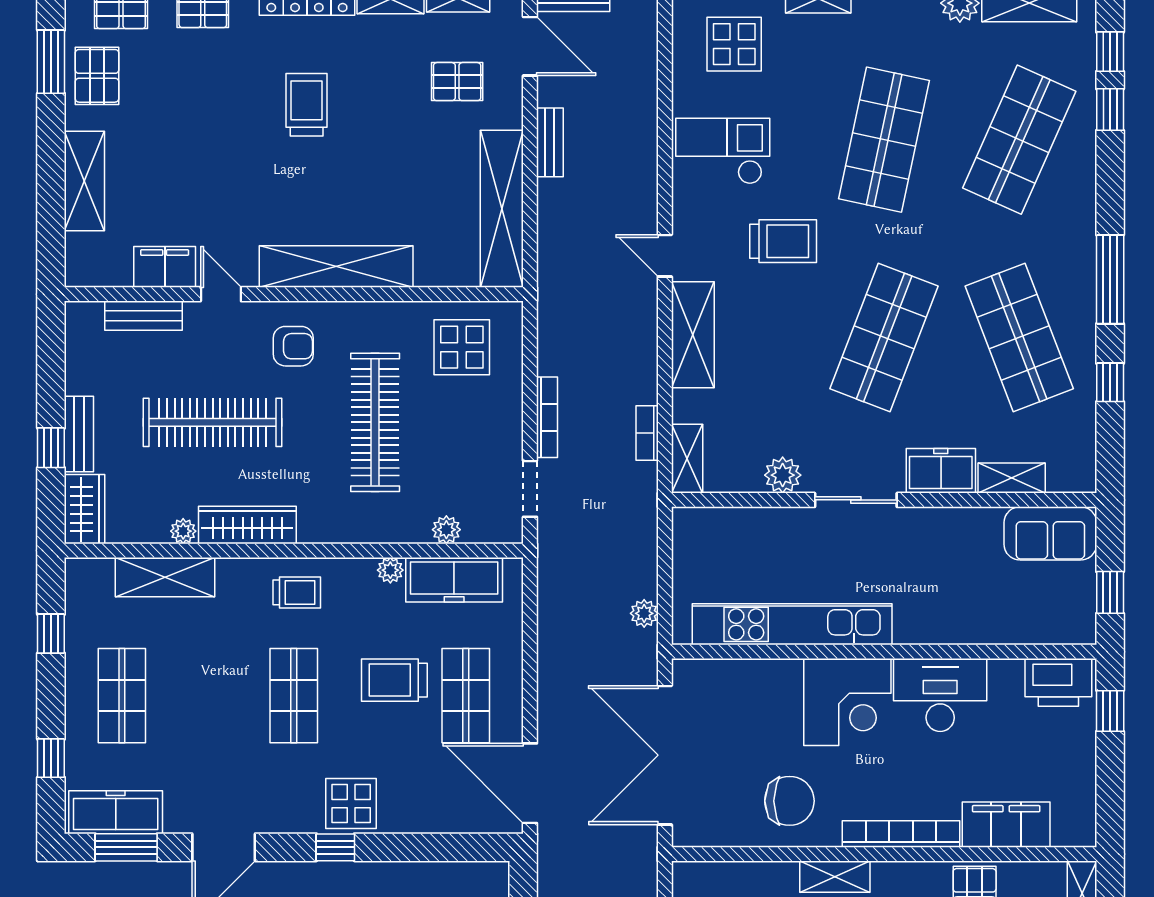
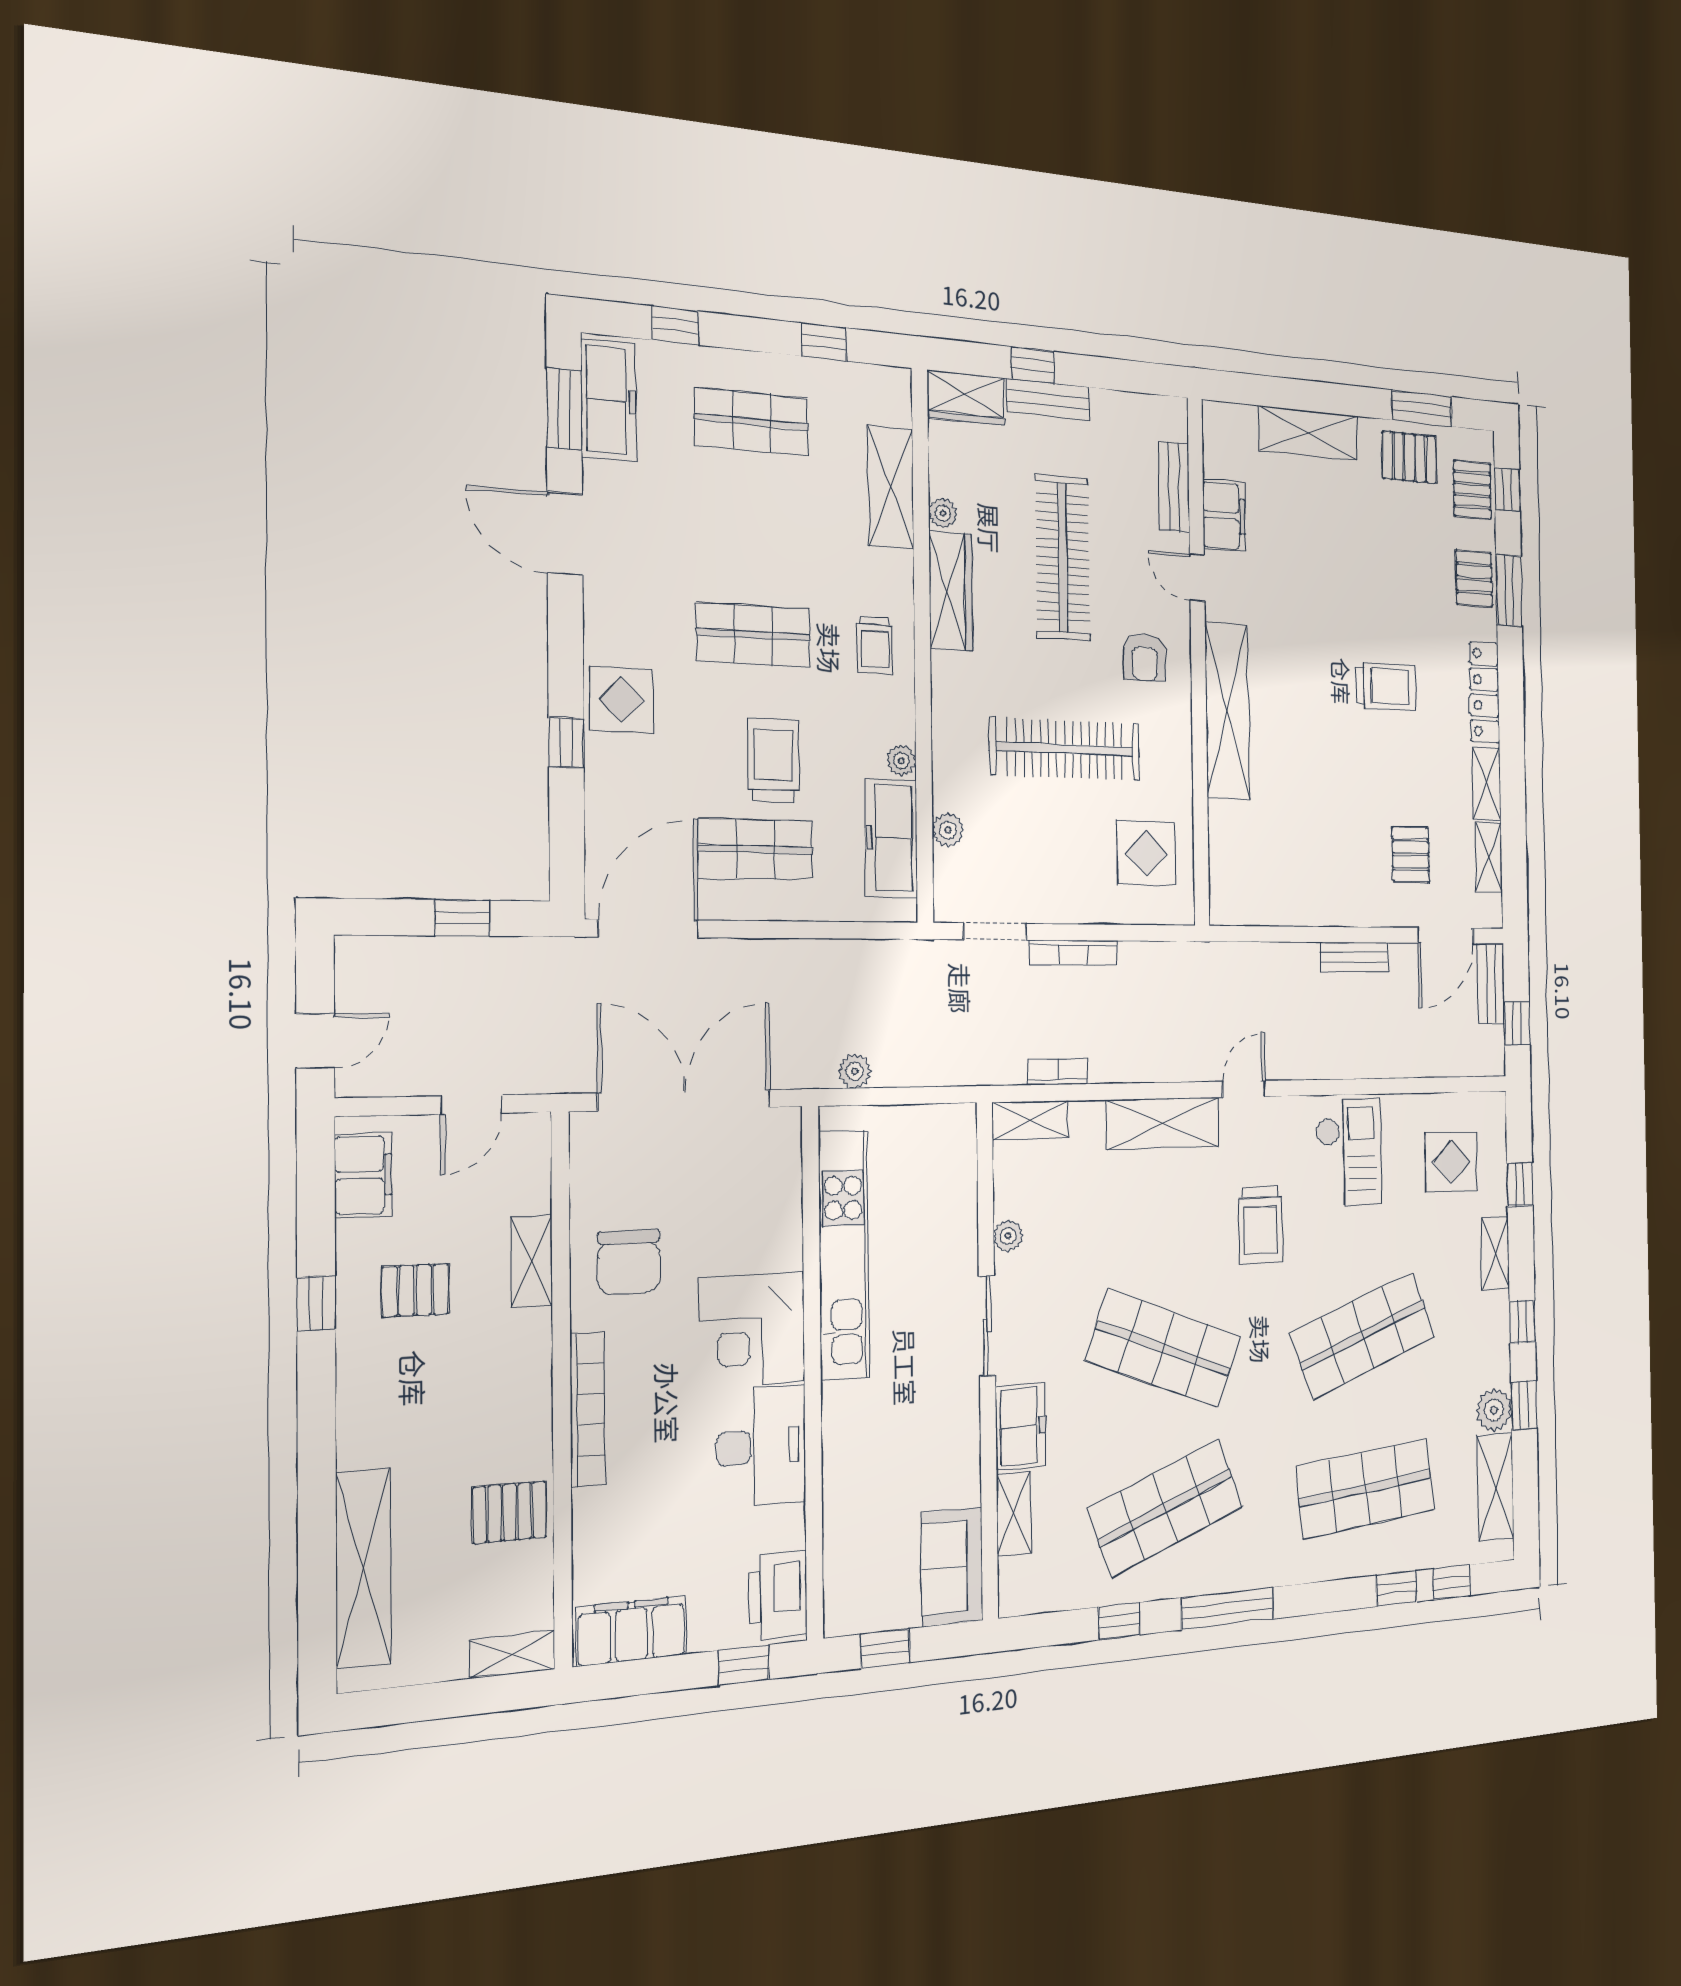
shop shelf: (884, 140) -> (1363, 1335), turned -33
shop shelf: (1019, 140) -> (1365, 1488), turned -30
shelving: (502, 209) -> (1288, 902), removed
door: (221, 294) -> (1197, 578), swing flipped
plant: (783, 475) -> (1008, 1236), width x0.73, depth x0.73
filing cabinet: (1006, 825) -> (632, 1631), moved, turned -90
window: (335, 847) -> (566, 743), moved
shelving: (835, 877) -> (532, 1261), moved

